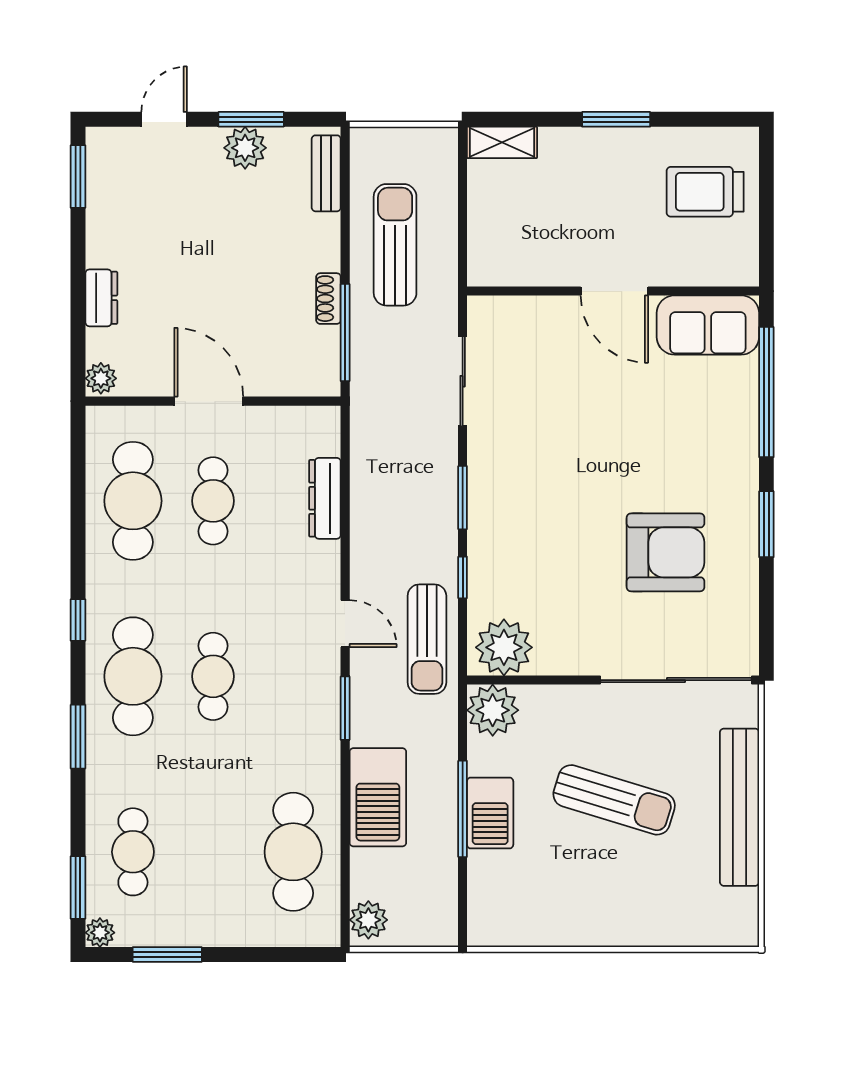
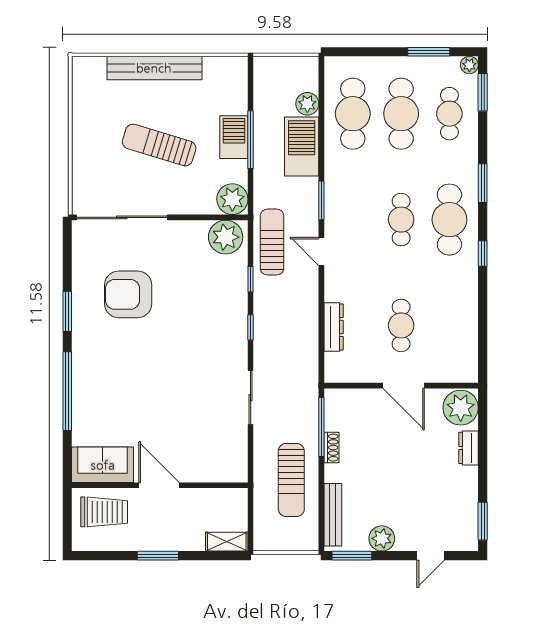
window: (251, 119) -> (352, 556), moved
bench: (326, 173) -> (333, 515), width x1.36
wall: (613, 291) -> (160, 485), moved
door: (614, 291) -> (159, 485), moved
sofa: (708, 325) -> (103, 465), moved
plant: (101, 378) -> (461, 408), width x1.88, depth x1.88
window: (463, 498) -> (251, 327), width x0.67
cafe table: (133, 501) -> (401, 114), moved
bench: (739, 807) -> (154, 68), moved, turned 90
plant: (368, 920) -> (307, 104), moved

